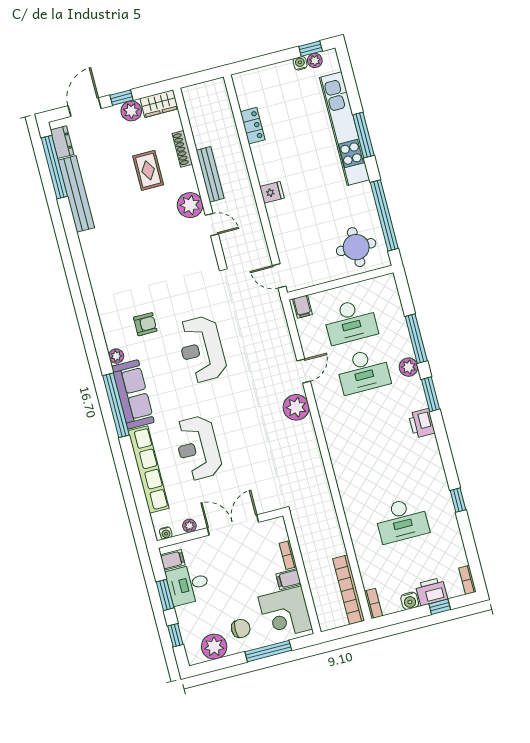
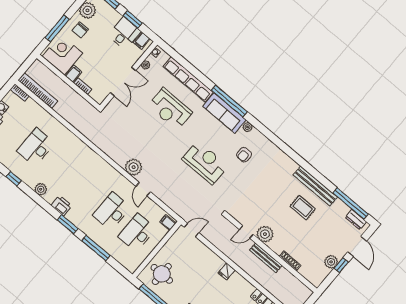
wardrobe: (159, 104) -> (319, 276), removed
rug: (148, 170) -> (303, 208), moved
bench: (76, 194) -> (315, 186), moved
plant: (409, 367) -> (41, 189), moved
reception desk: (198, 448) -> (170, 109), turned 180

